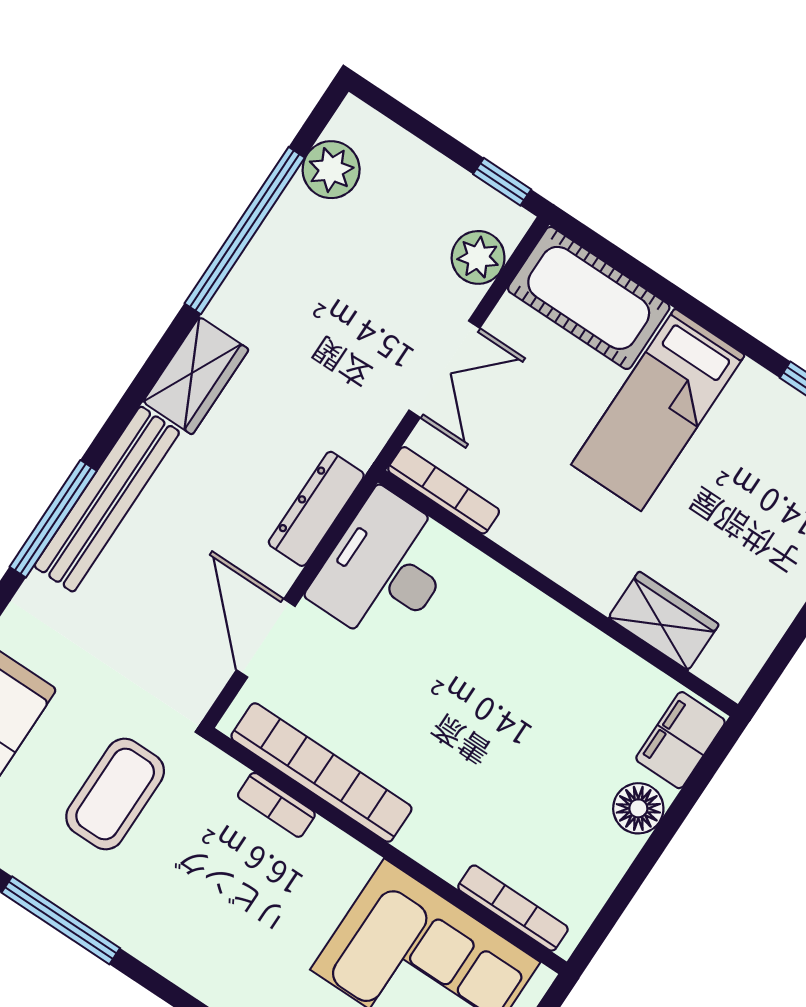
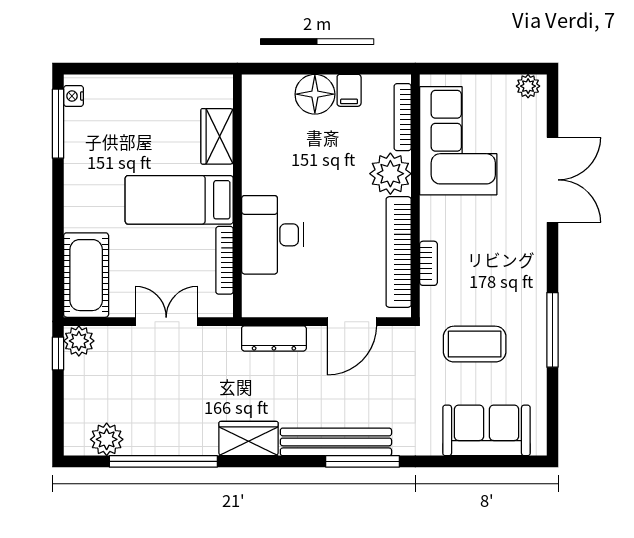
plant: (478, 257) -> (79, 341), moved
bed: (658, 410) -> (179, 200), moved, turned 180
bookcase: (444, 490) -> (224, 260), moved
desk: (385, 569) -> (272, 235), moved, turned 90
filing cabinet: (680, 740) -> (349, 90), moved, width x0.50
floor lamp: (638, 808) -> (315, 94), width x1.38, depth x1.38
plant: (443, 836) -> (390, 174), added

